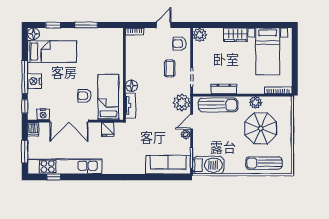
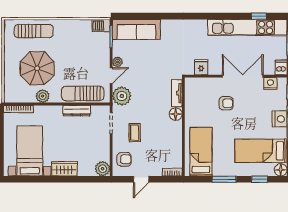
bed: (108, 97) -> (201, 152), moved, turned 180
barbecue: (208, 165) -> (101, 26), width x0.53, depth x0.65

